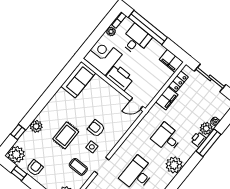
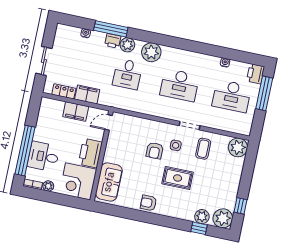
filing cabinet: (171, 61) -> (76, 111), moved, turned 90
sliding door: (210, 78) -> (44, 61), width x0.73
sofa: (78, 80) -> (109, 182), moved, turned 90
door: (136, 104) -> (109, 123), swing flipped
plant: (36, 126) -> (202, 217), moved
plant: (206, 128) -> (127, 45), moved
armchair: (35, 168) -> (148, 203), moved

